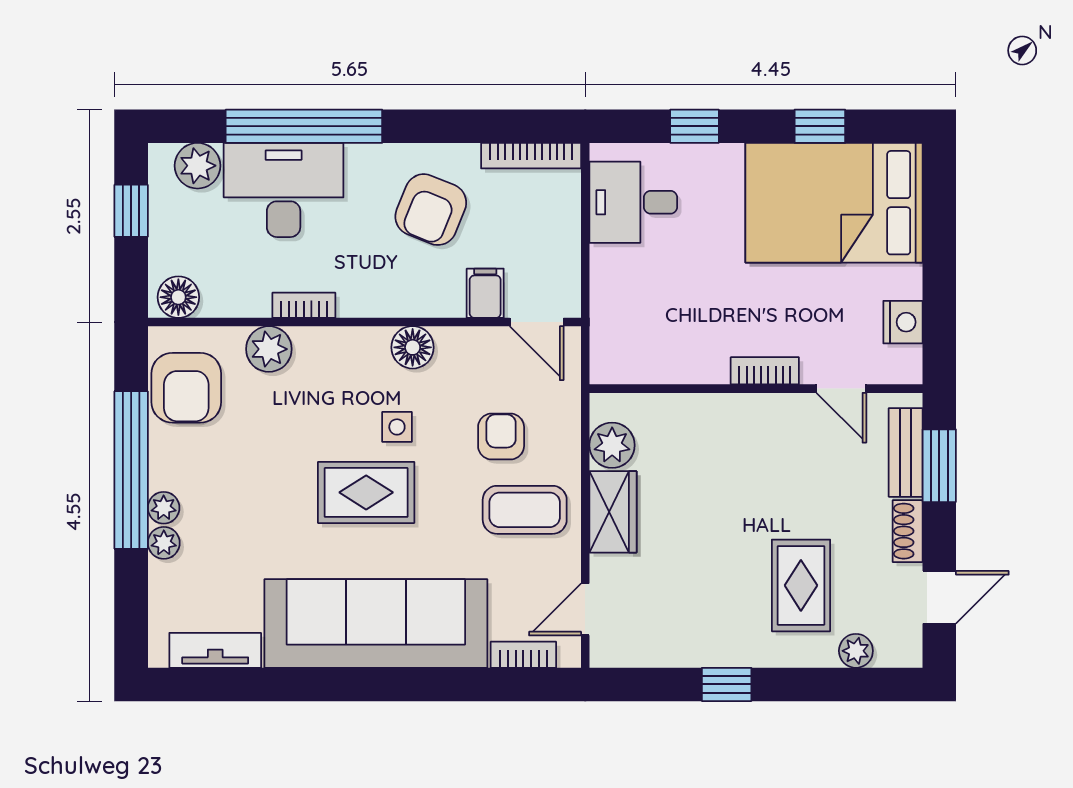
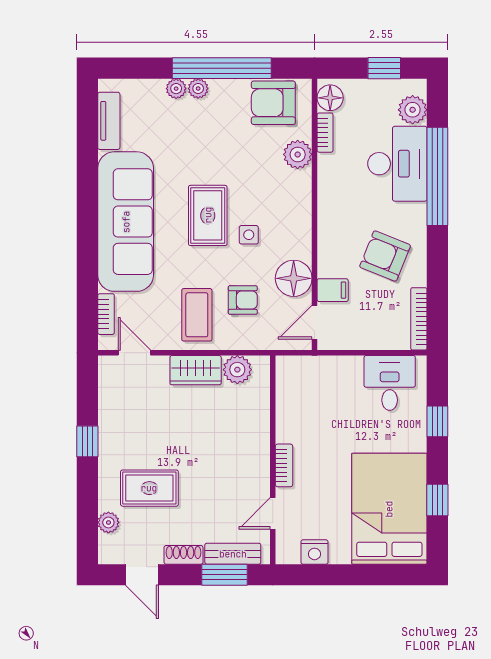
bookcase: (304, 305) -> (325, 133), moved
floor lamp: (413, 347) -> (294, 278), moved, width x1.38, depth x1.38

